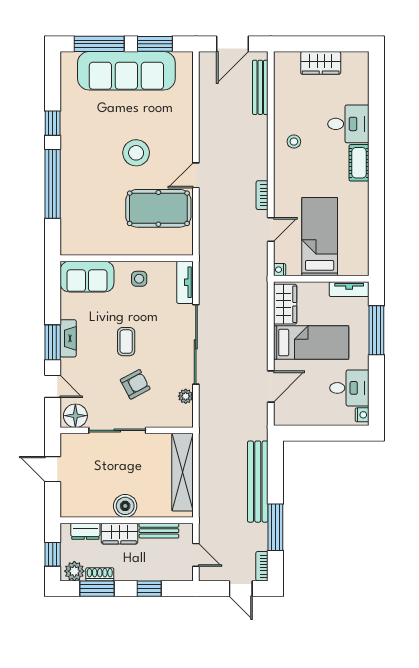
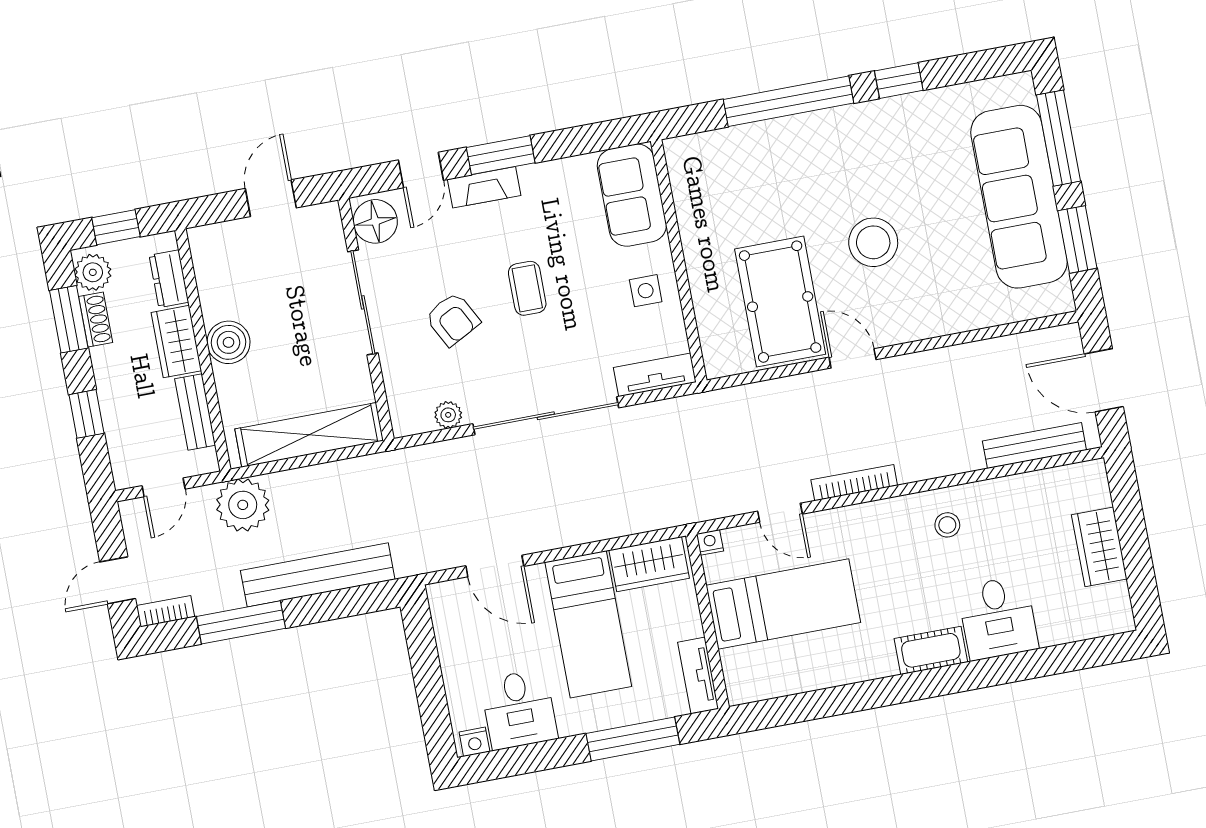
bookcase: (262, 195) -> (854, 483), width x1.56
fireplace: (68, 338) -> (484, 187), moved
coffee table: (126, 342) -> (527, 288), turned 90
plant: (213, 515) -> (243, 505), added

